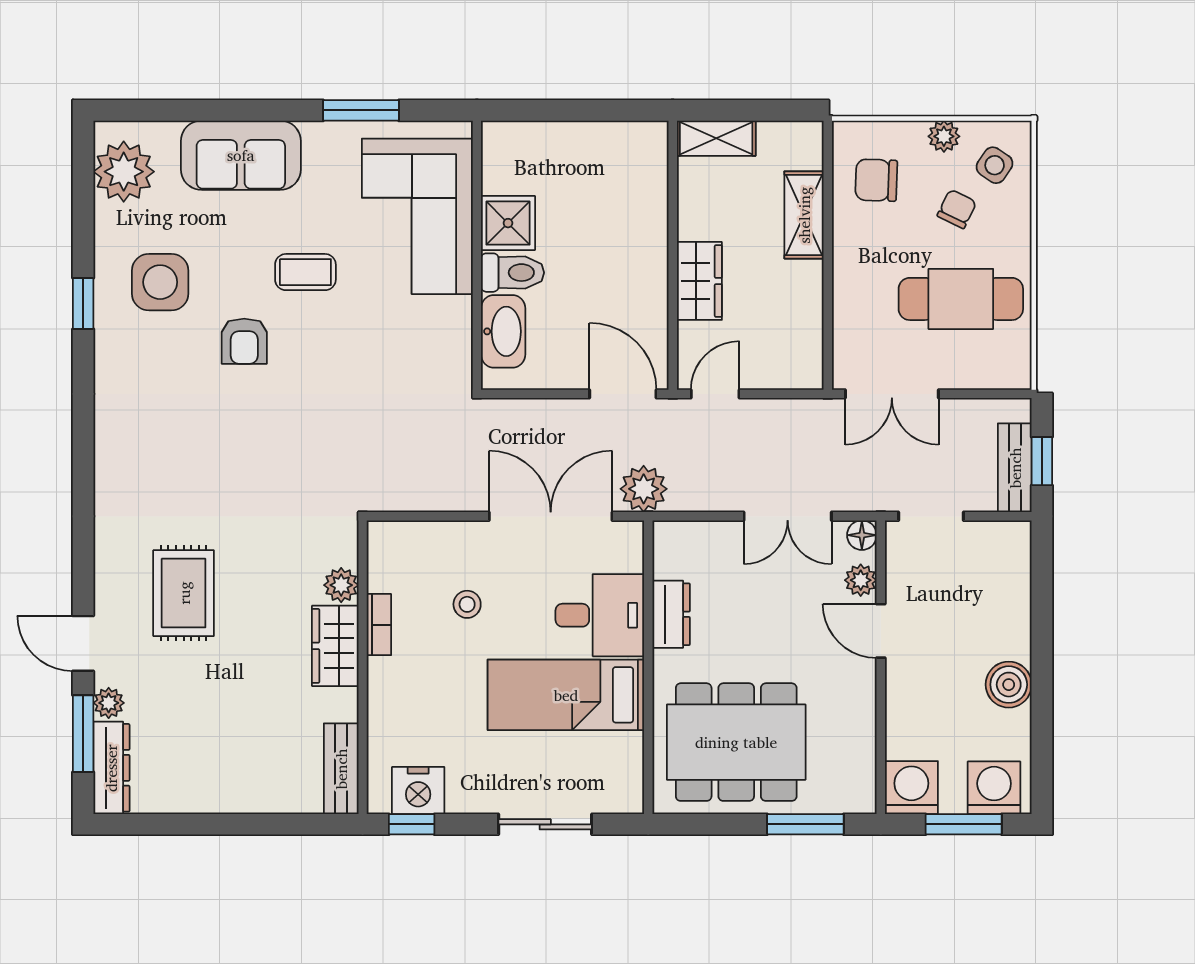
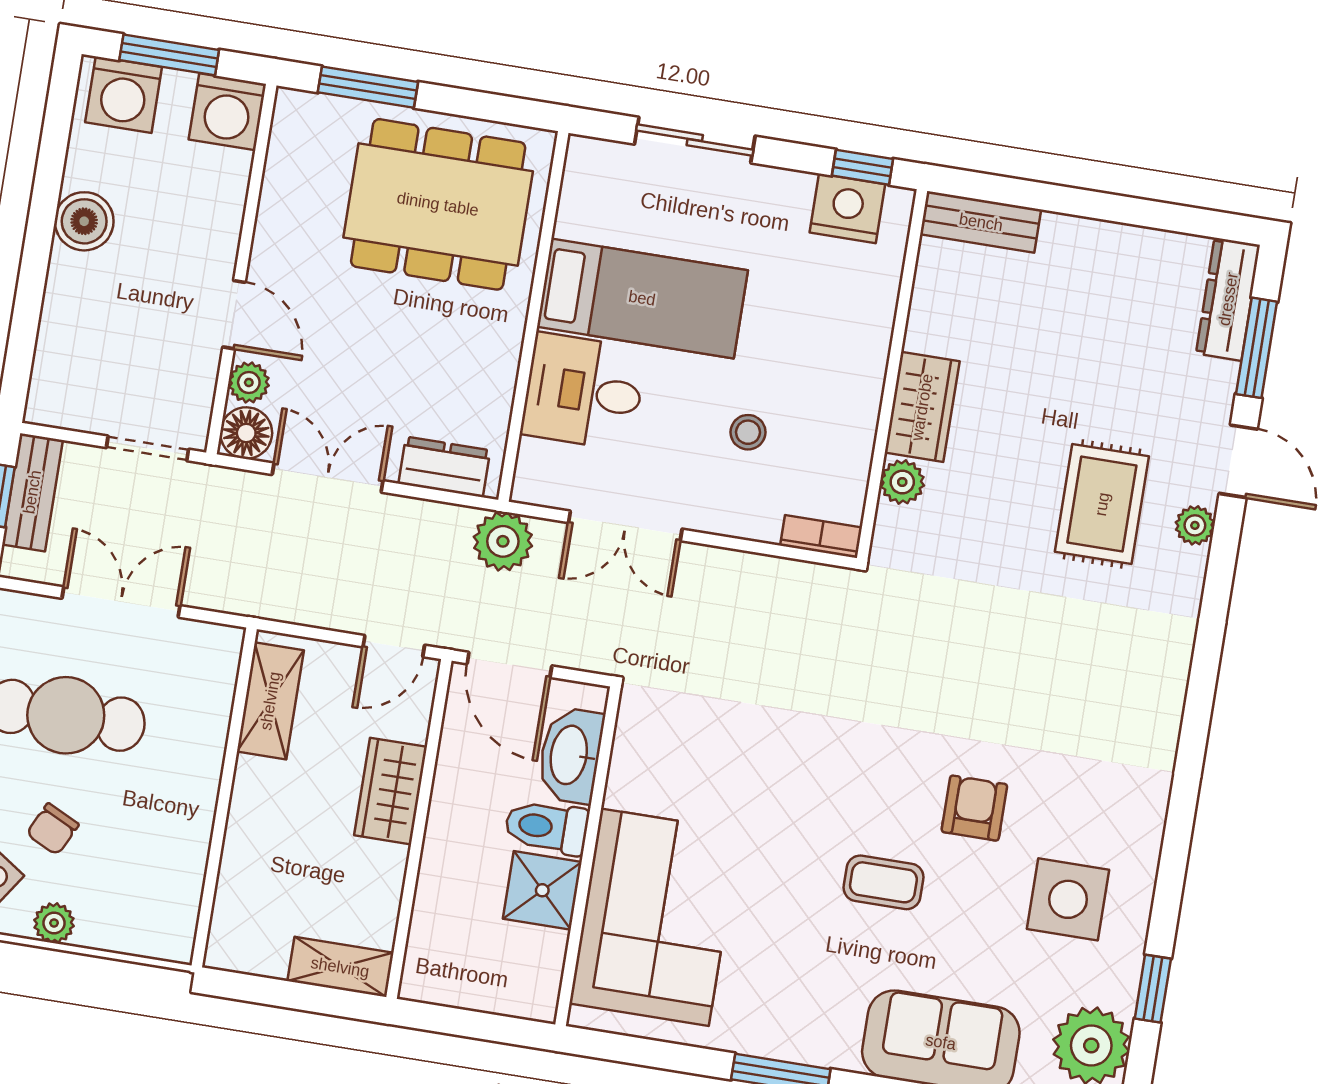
chair: (876, 180) -> (148, 882), removed
shelving: (804, 215) -> (270, 701), moved
corner sofa: (417, 216) -> (655, 917), moved
shower: (508, 223) -> (542, 890), moved
wall: (477, 255) -> (588, 856), moved
toilet: (513, 273) -> (547, 827), moved
window: (83, 303) -> (1153, 989), moved
washbasin: (503, 331) -> (570, 755), moved
double door: (892, 394) -> (121, 602), moved
double door: (551, 516) -> (625, 526), width x0.73
floor lamp: (862, 535) -> (246, 433), width x1.37, depth x1.37
dresser: (671, 614) -> (444, 467), moved, turned 90
bookcase: (379, 625) -> (821, 537), moved, turned 90
plant: (109, 703) -> (1195, 525), moved
bench: (341, 769) -> (981, 222), moved, turned 90

